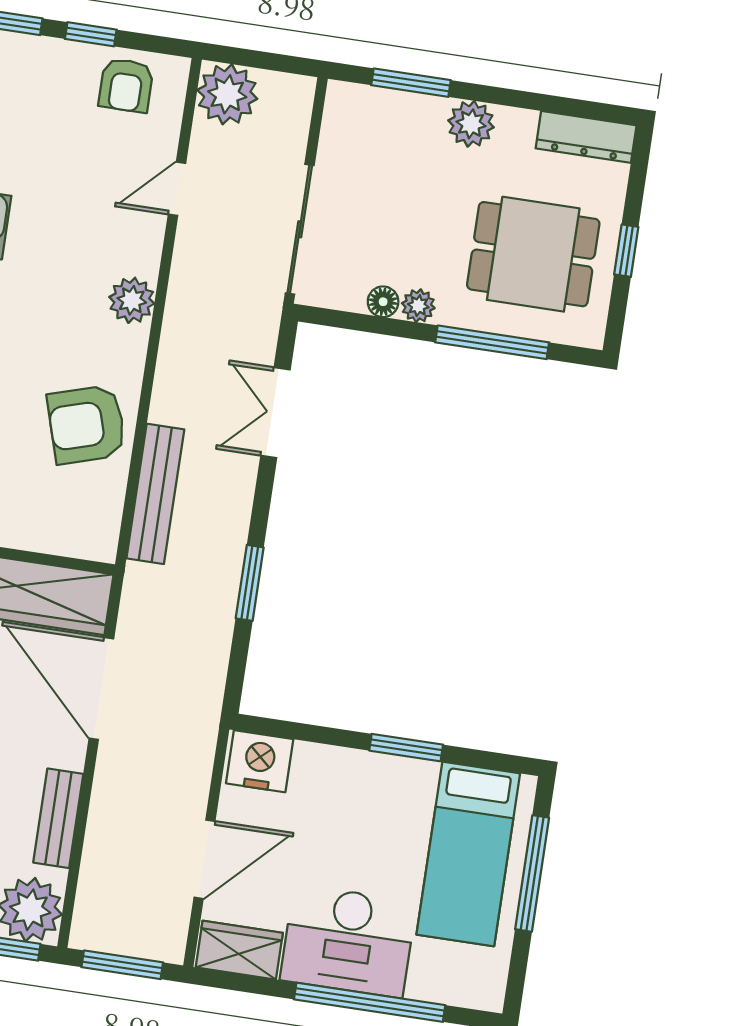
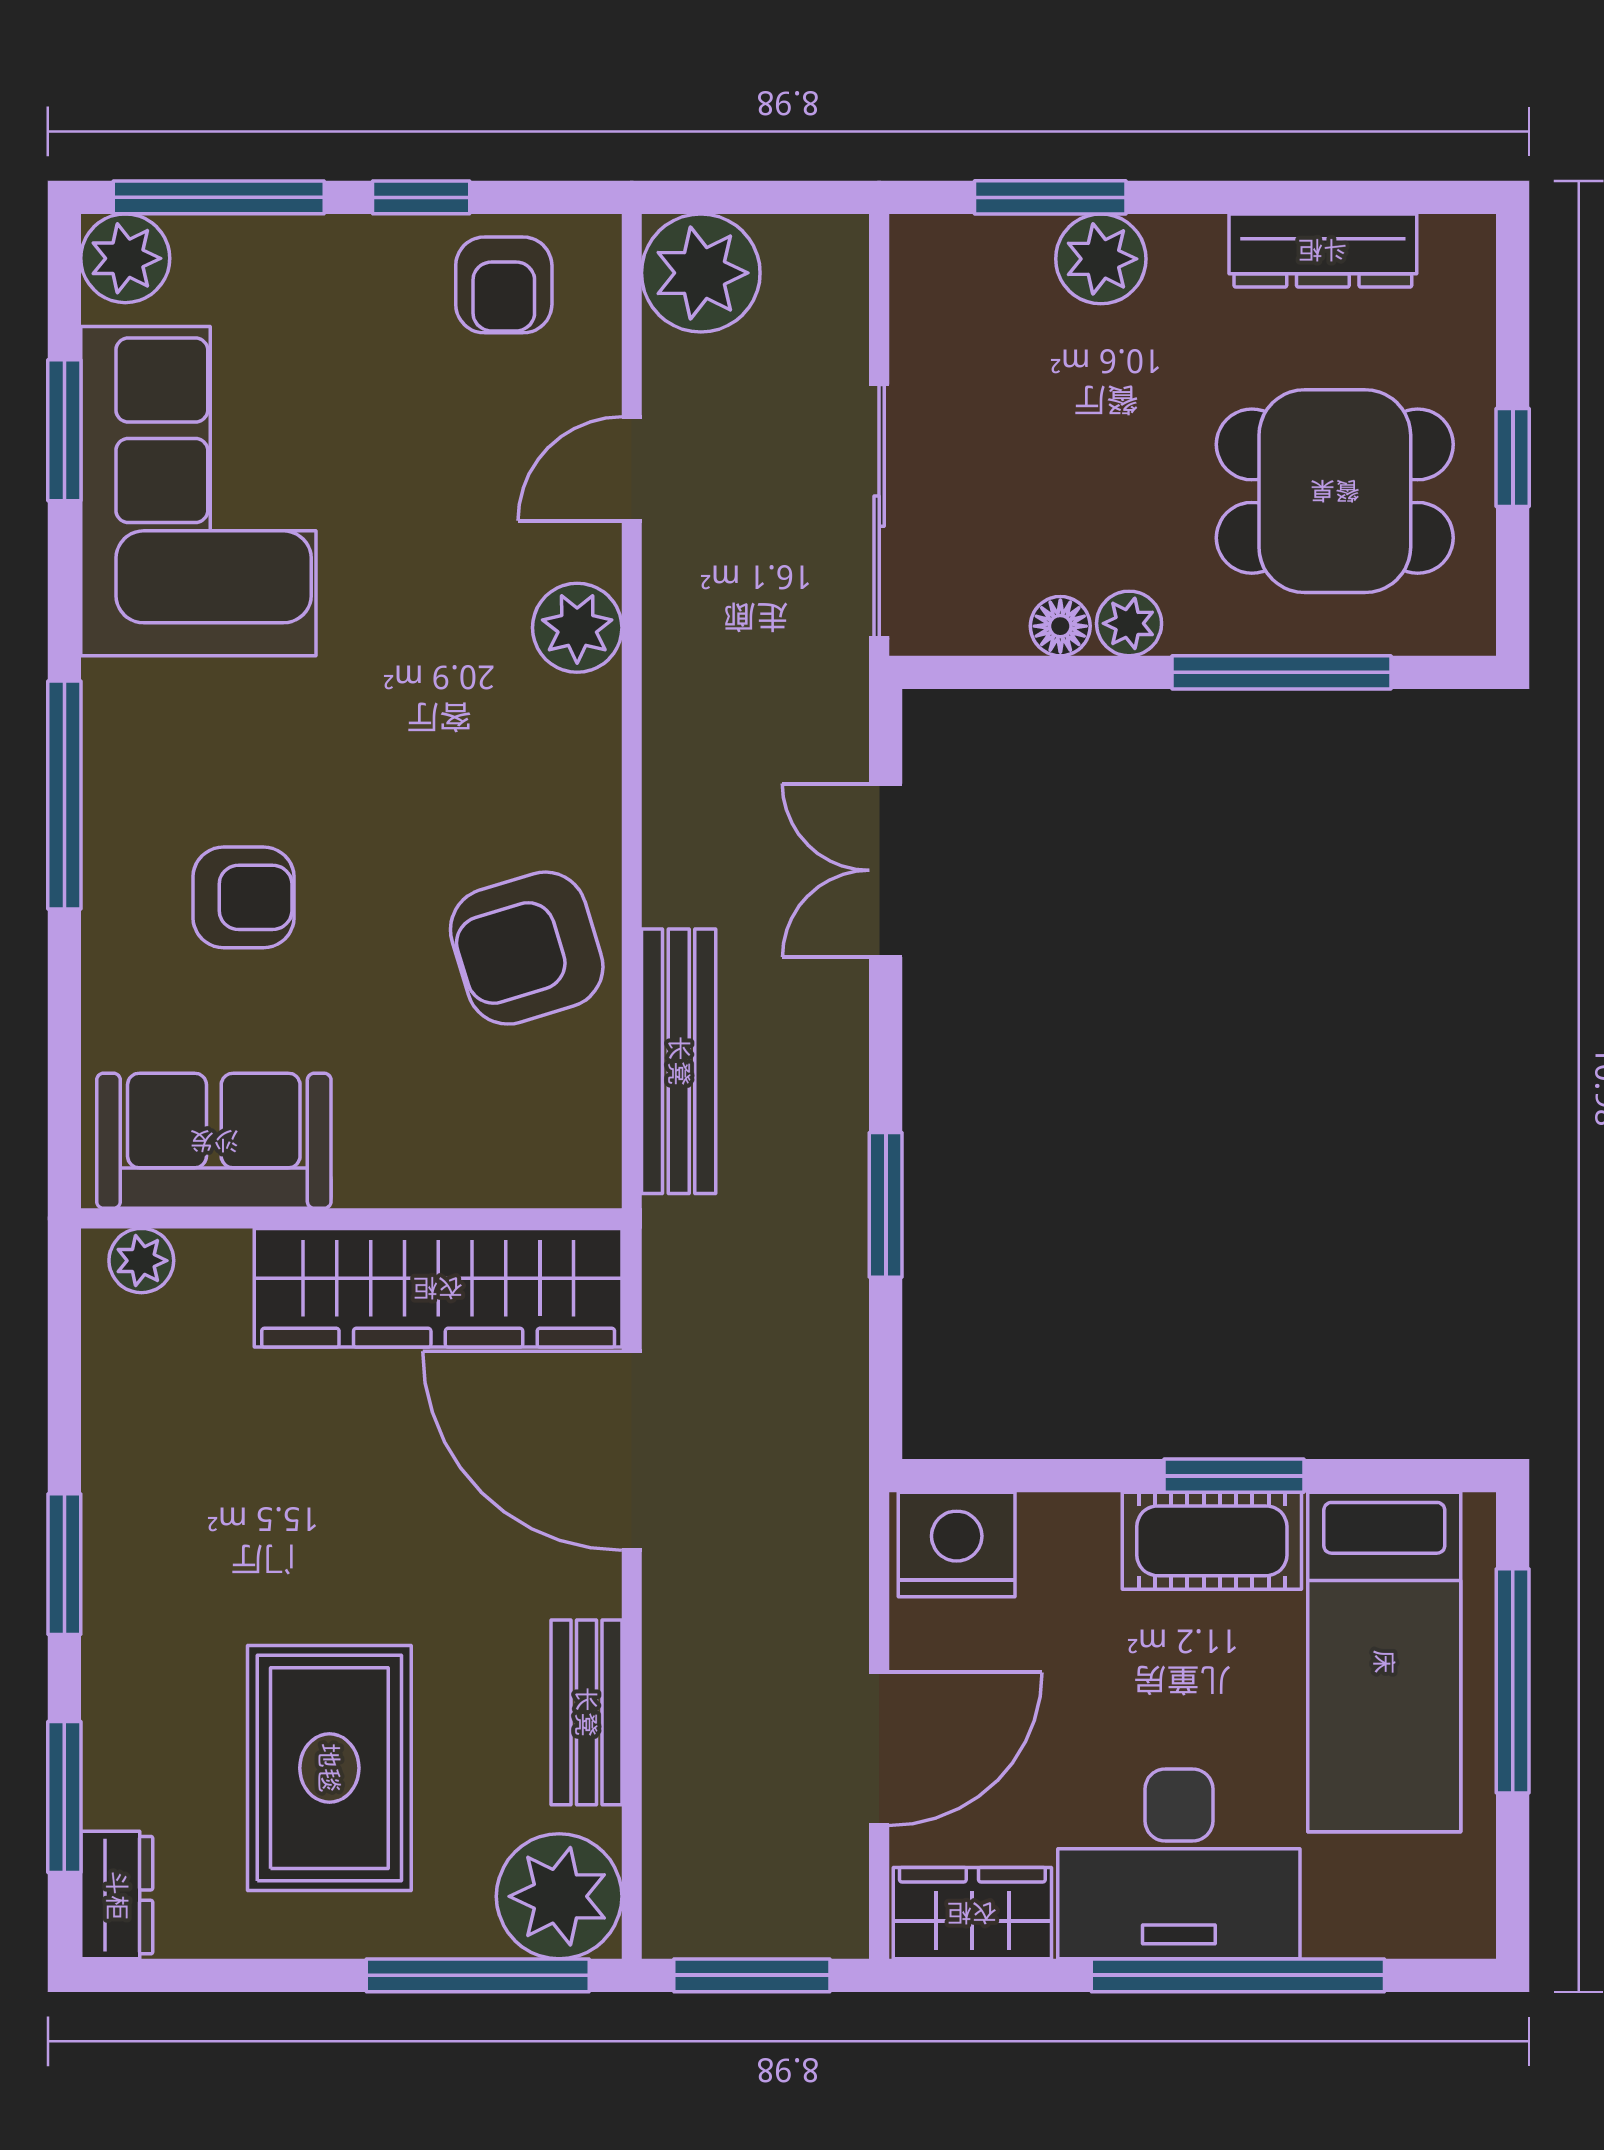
plant: (471, 124) -> (1101, 259), moved
dresser: (586, 137) -> (1323, 250), moved
plant: (132, 300) -> (577, 628), moved
cot: (390, 779) -> (1212, 1541), added

